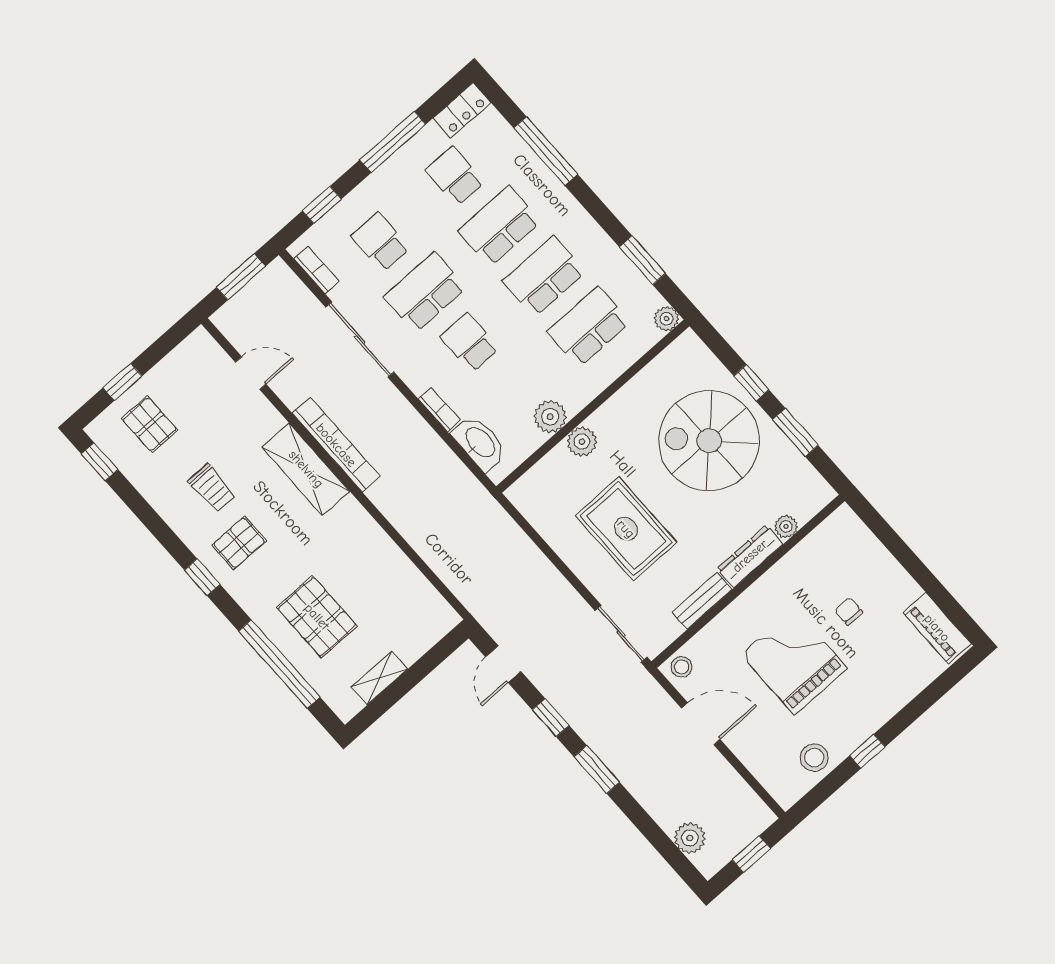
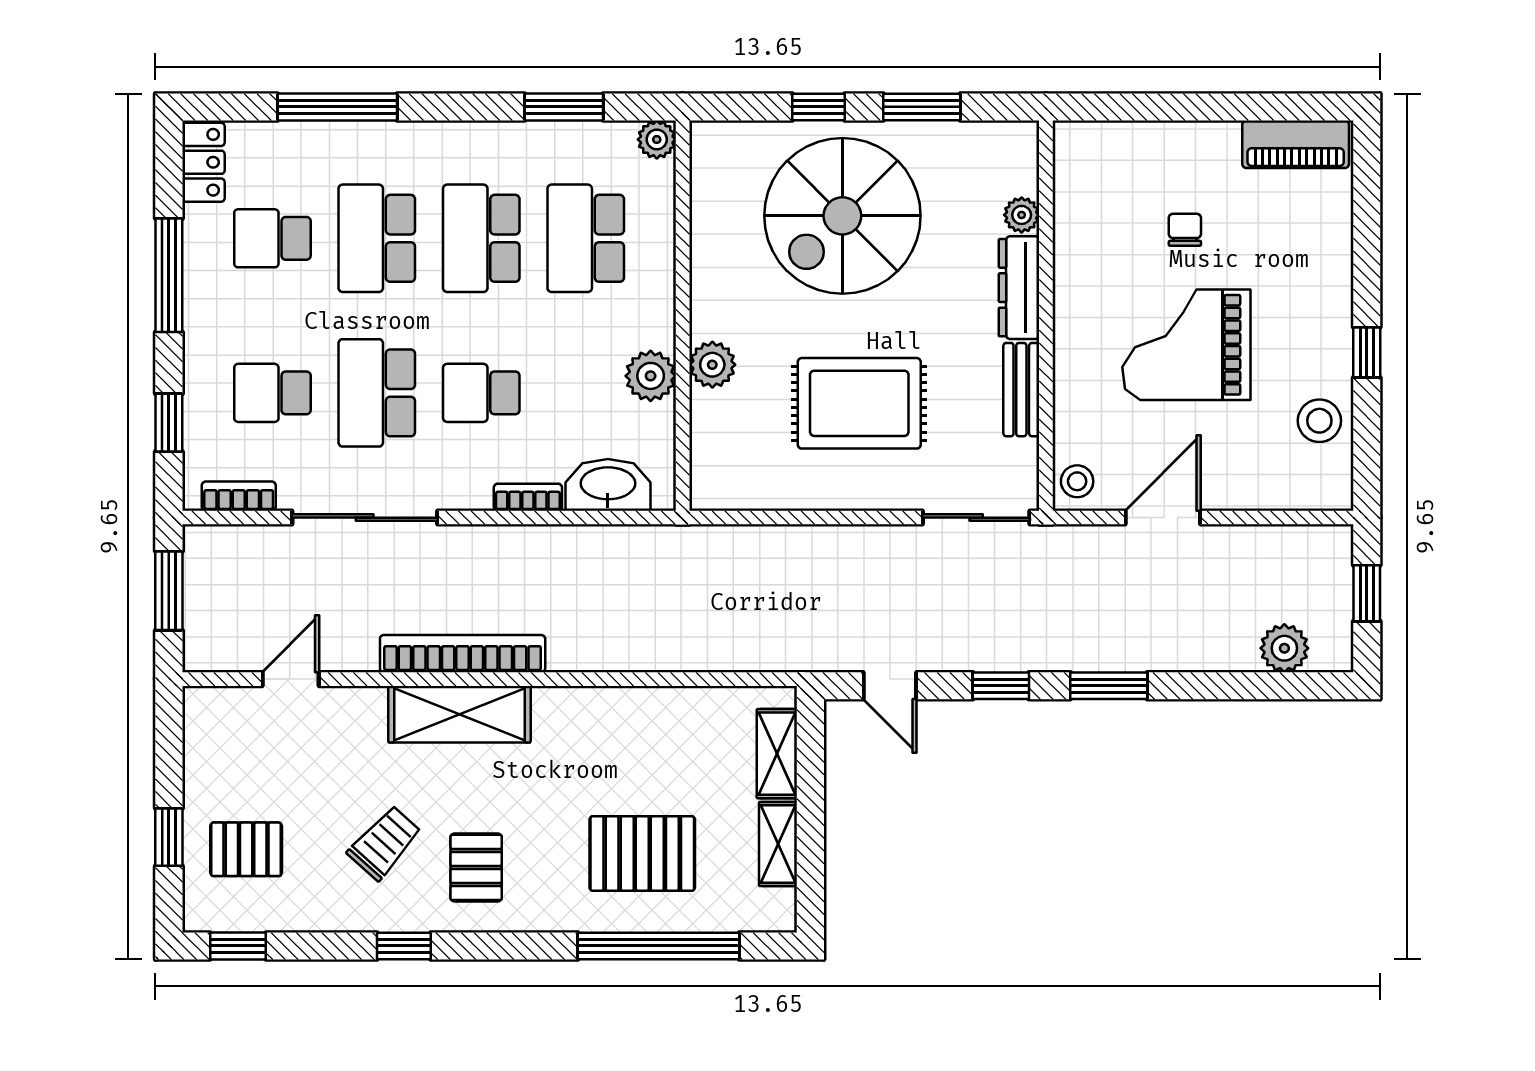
trolley: (212, 488) -> (384, 843), turned -48
window: (202, 577) -> (404, 946), moved
chair: (849, 611) -> (1185, 230), turned 90
shelving: (422, 639) -> (777, 754), added

